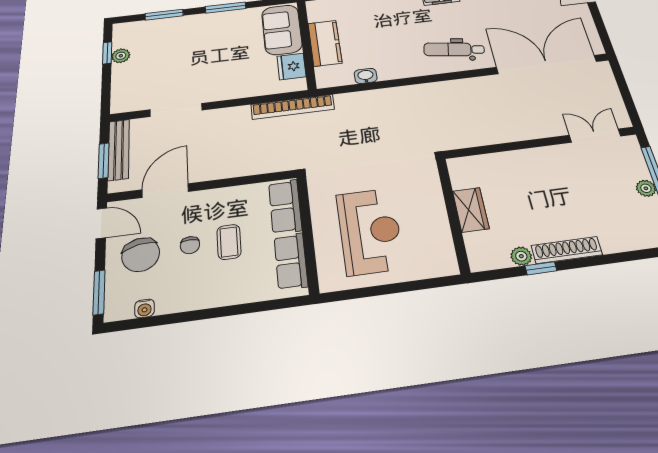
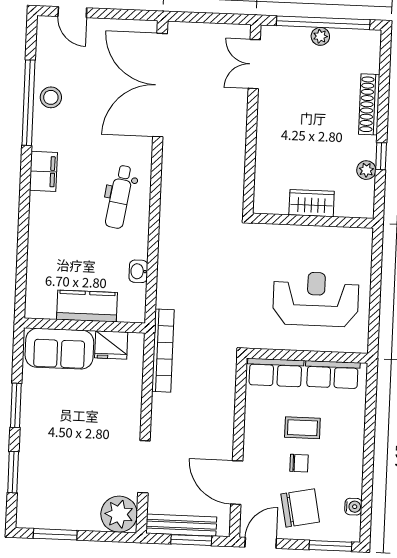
dental chair: (454, 49) -> (119, 197), moved
window: (107, 53) -> (55, 534), width x1.50
plant: (121, 56) -> (119, 514), moved, width x1.88, depth x1.88
shoe rack: (567, 250) -> (369, 104), moved

